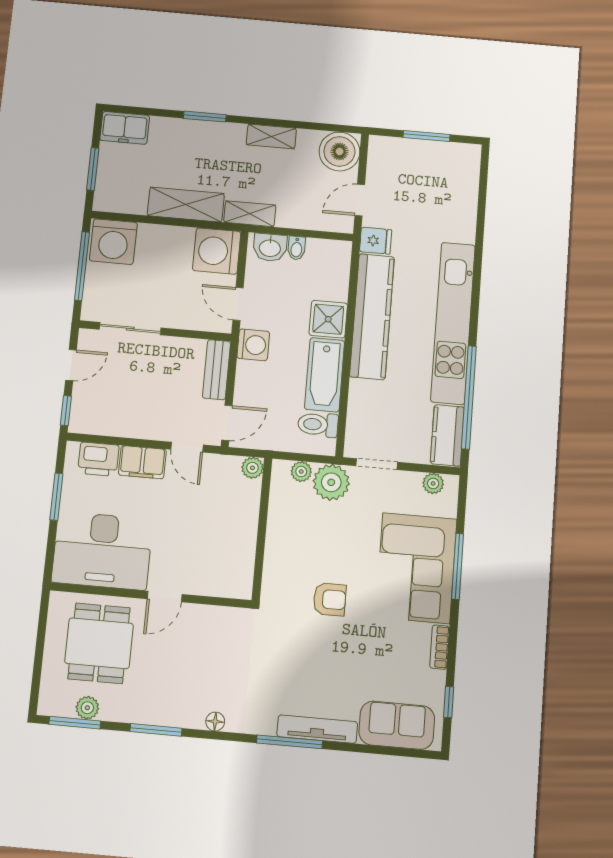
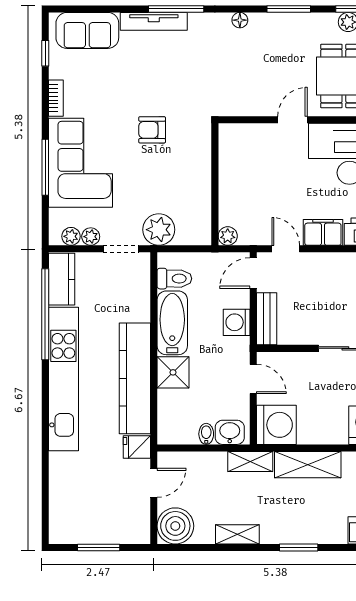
washing machine: (253, 345) -> (237, 322), moved
plant: (301, 472) -> (91, 237), moved

